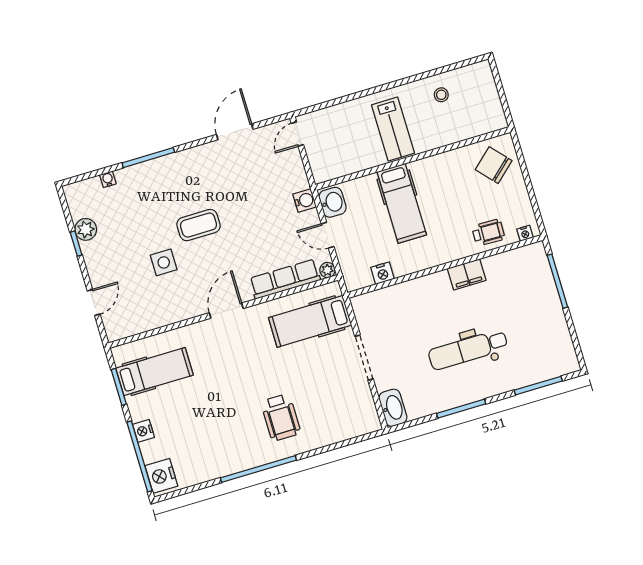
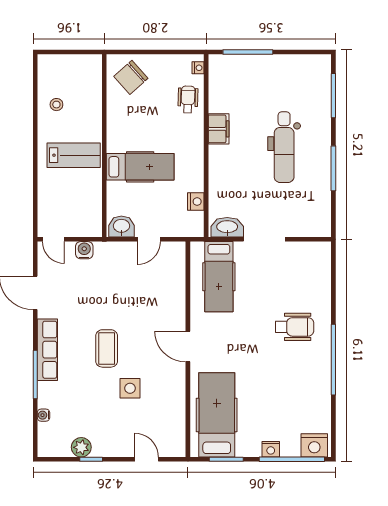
water cooler: (305, 201) -> (84, 250), moved
plant: (327, 270) -> (179, 248), removed
row of seats: (285, 279) -> (47, 350), moved, turned 180
hospital bed: (154, 372) -> (217, 415), width x1.37, depth x1.29
washbasin: (393, 408) -> (227, 227), moved

